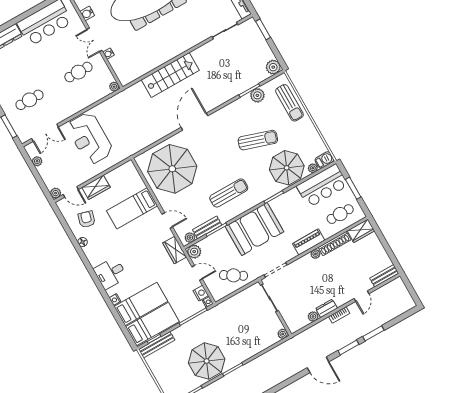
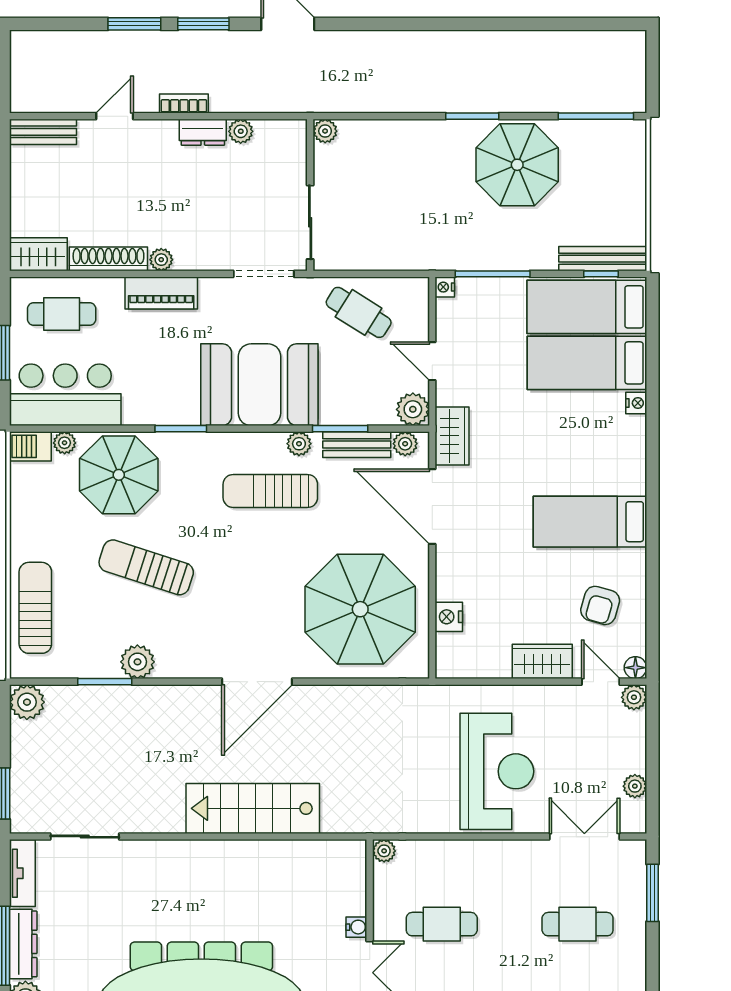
plant: (257, 95) -> (137, 662), moved
bed: (132, 208) -> (590, 522), moved, turned 180
plant: (228, 216) -> (299, 444), added
door: (167, 221) -> (432, 506), width x1.88
floor lamp: (83, 242) -> (635, 668), moved
desk: (110, 273) -> (614, 464), removed
nightstand: (201, 293) -> (449, 617), moved

